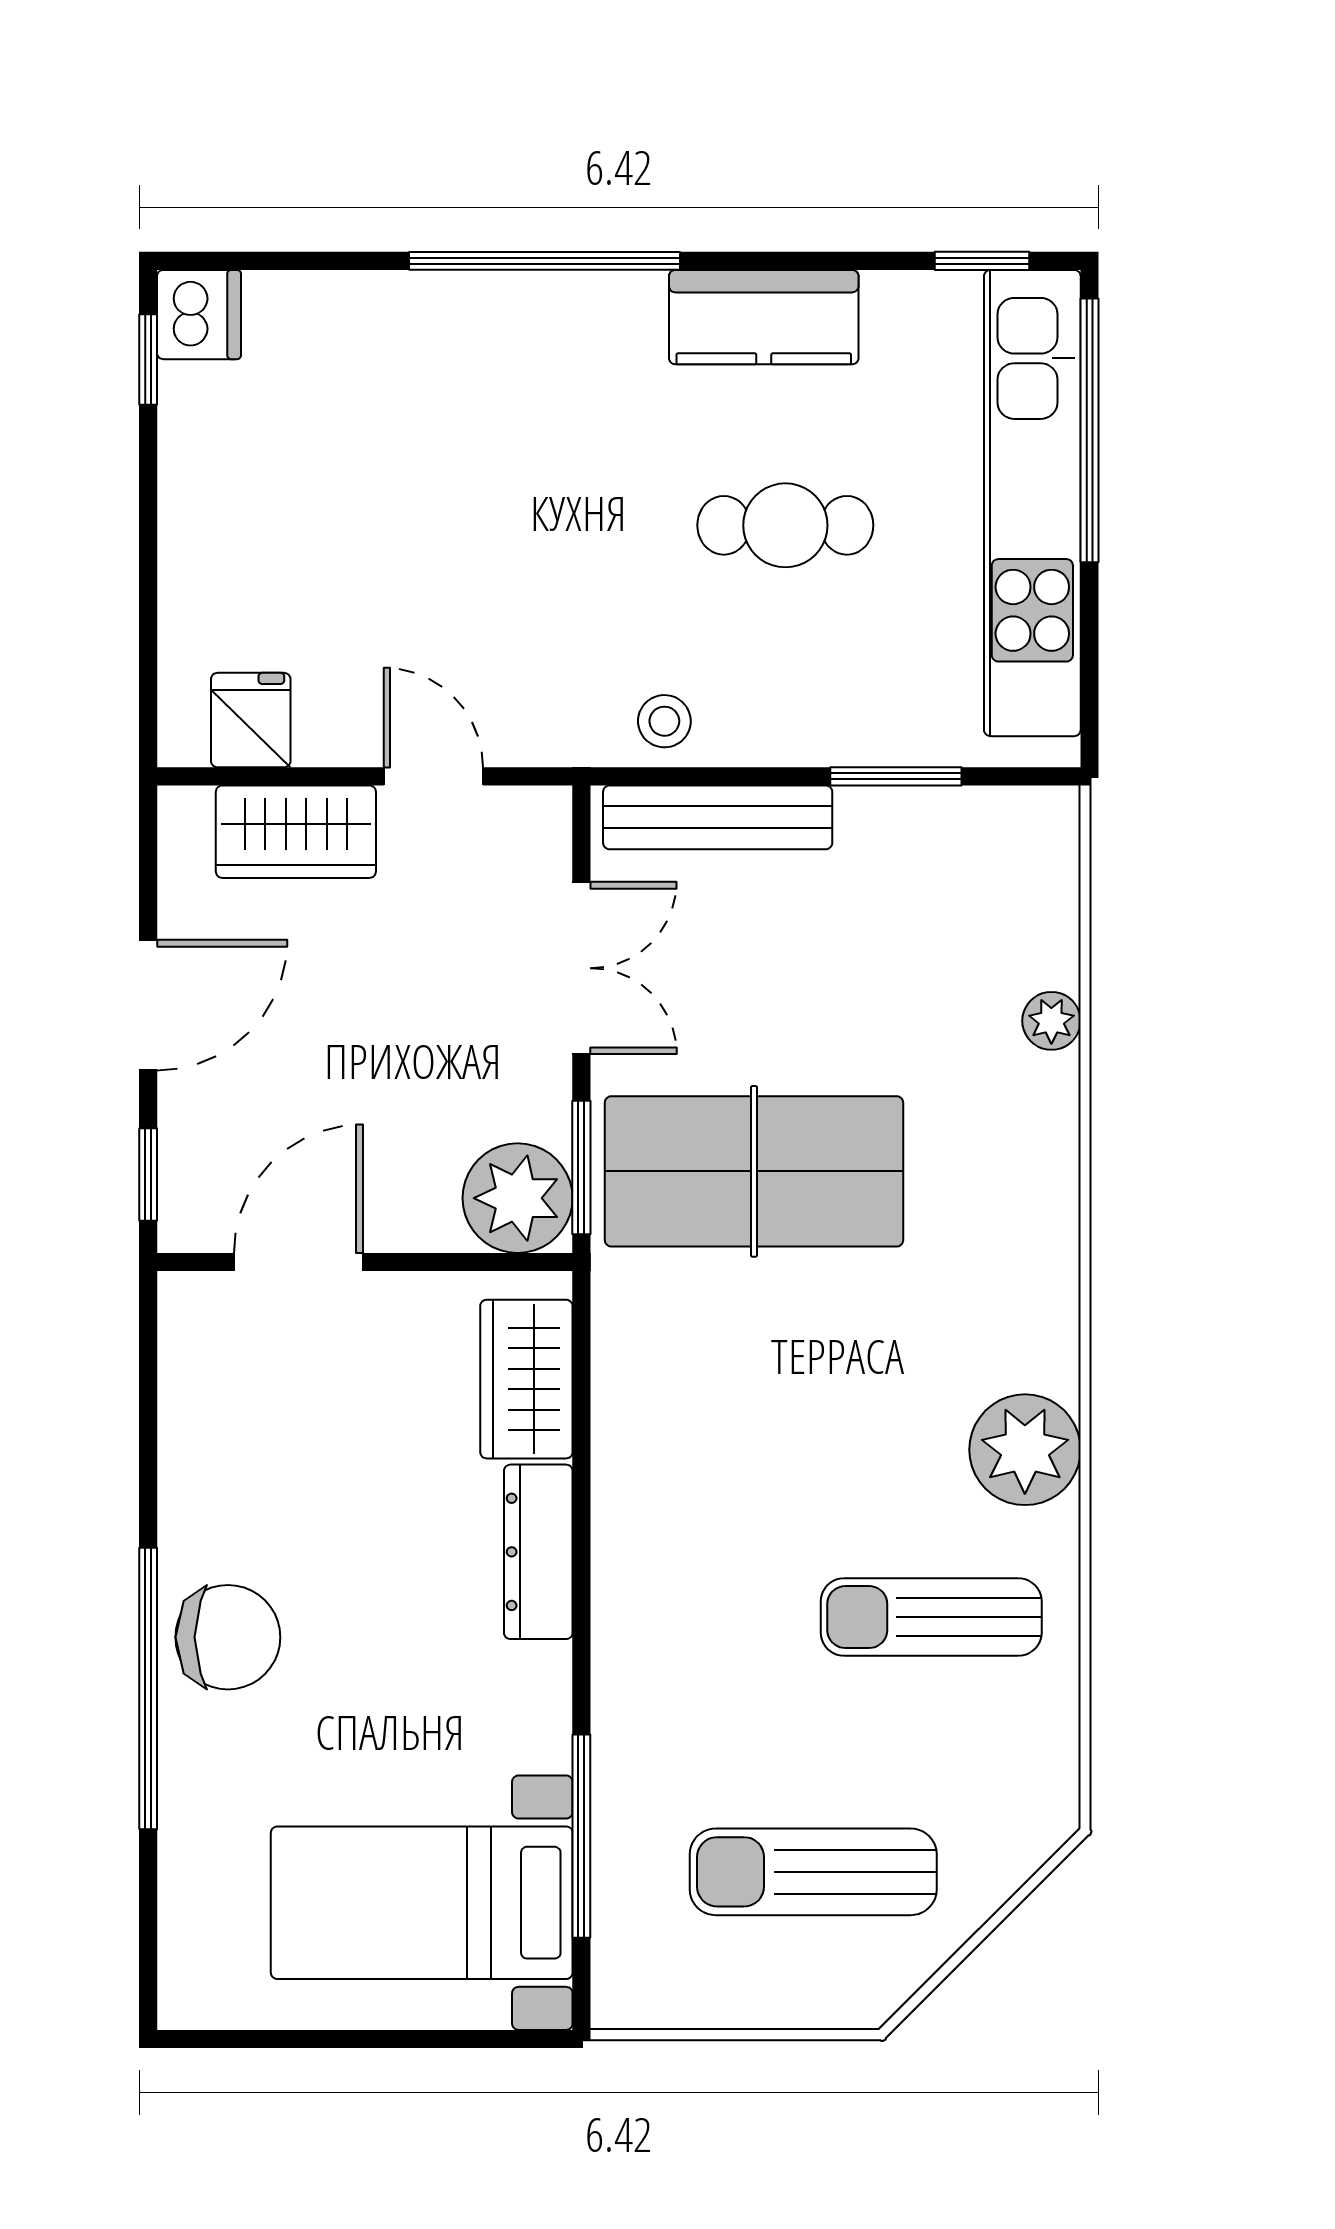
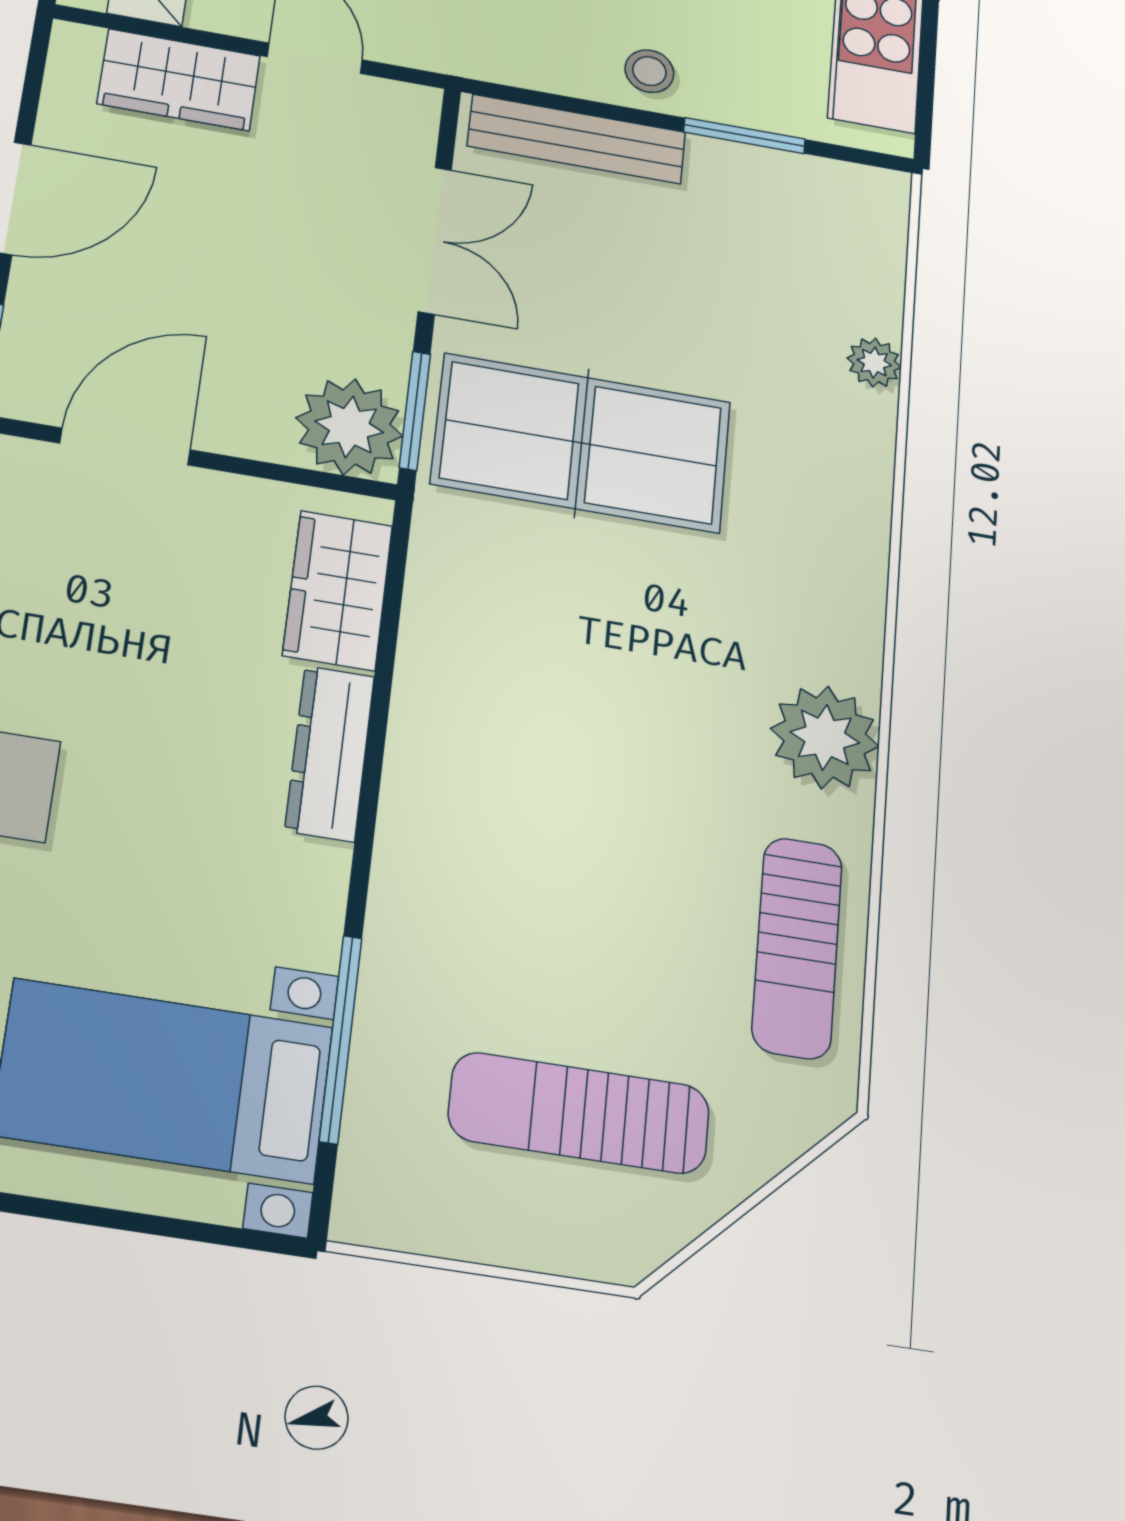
stool: (664, 721) -> (649, 71), moved
sun lounger: (931, 1617) -> (797, 948), moved, turned -90

